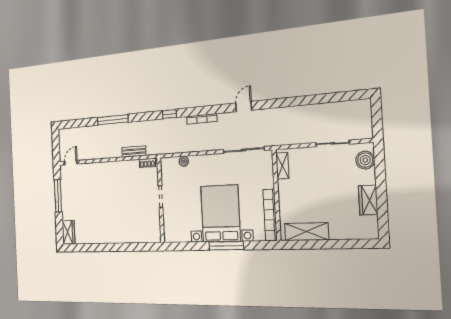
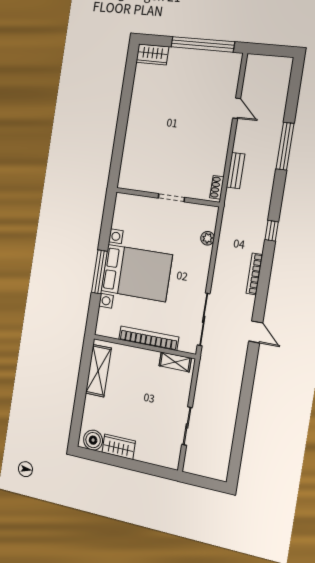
boiler: (365, 160) -> (93, 440), moved
door: (71, 163) -> (237, 108), moved
window: (58, 196) -> (203, 44), width x1.46
bookcase: (270, 215) -> (149, 338), moved

